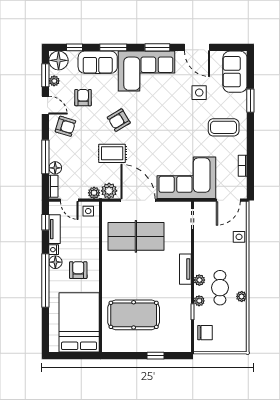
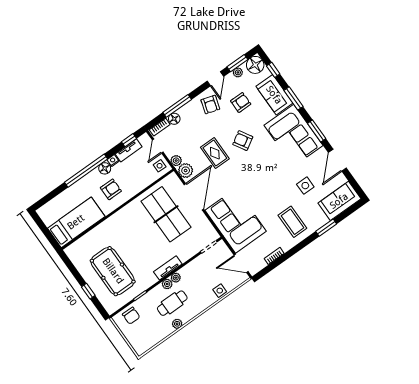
plant: (199, 301) -> (176, 278), moved
pool table: (134, 315) -> (113, 271), moved
bed: (79, 322) -> (76, 222), width x0.67

